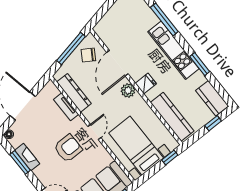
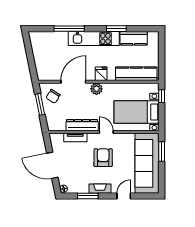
window: (71, 49) -> (40, 104), width x0.69
door: (117, 63) -> (73, 82), swing flipped
dresser: (74, 93) -> (82, 125), moved
kitchen counter: (212, 98) -> (134, 38), moved
window: (213, 123) -> (162, 50), removed
fireplace: (27, 157) -> (100, 189), moved

